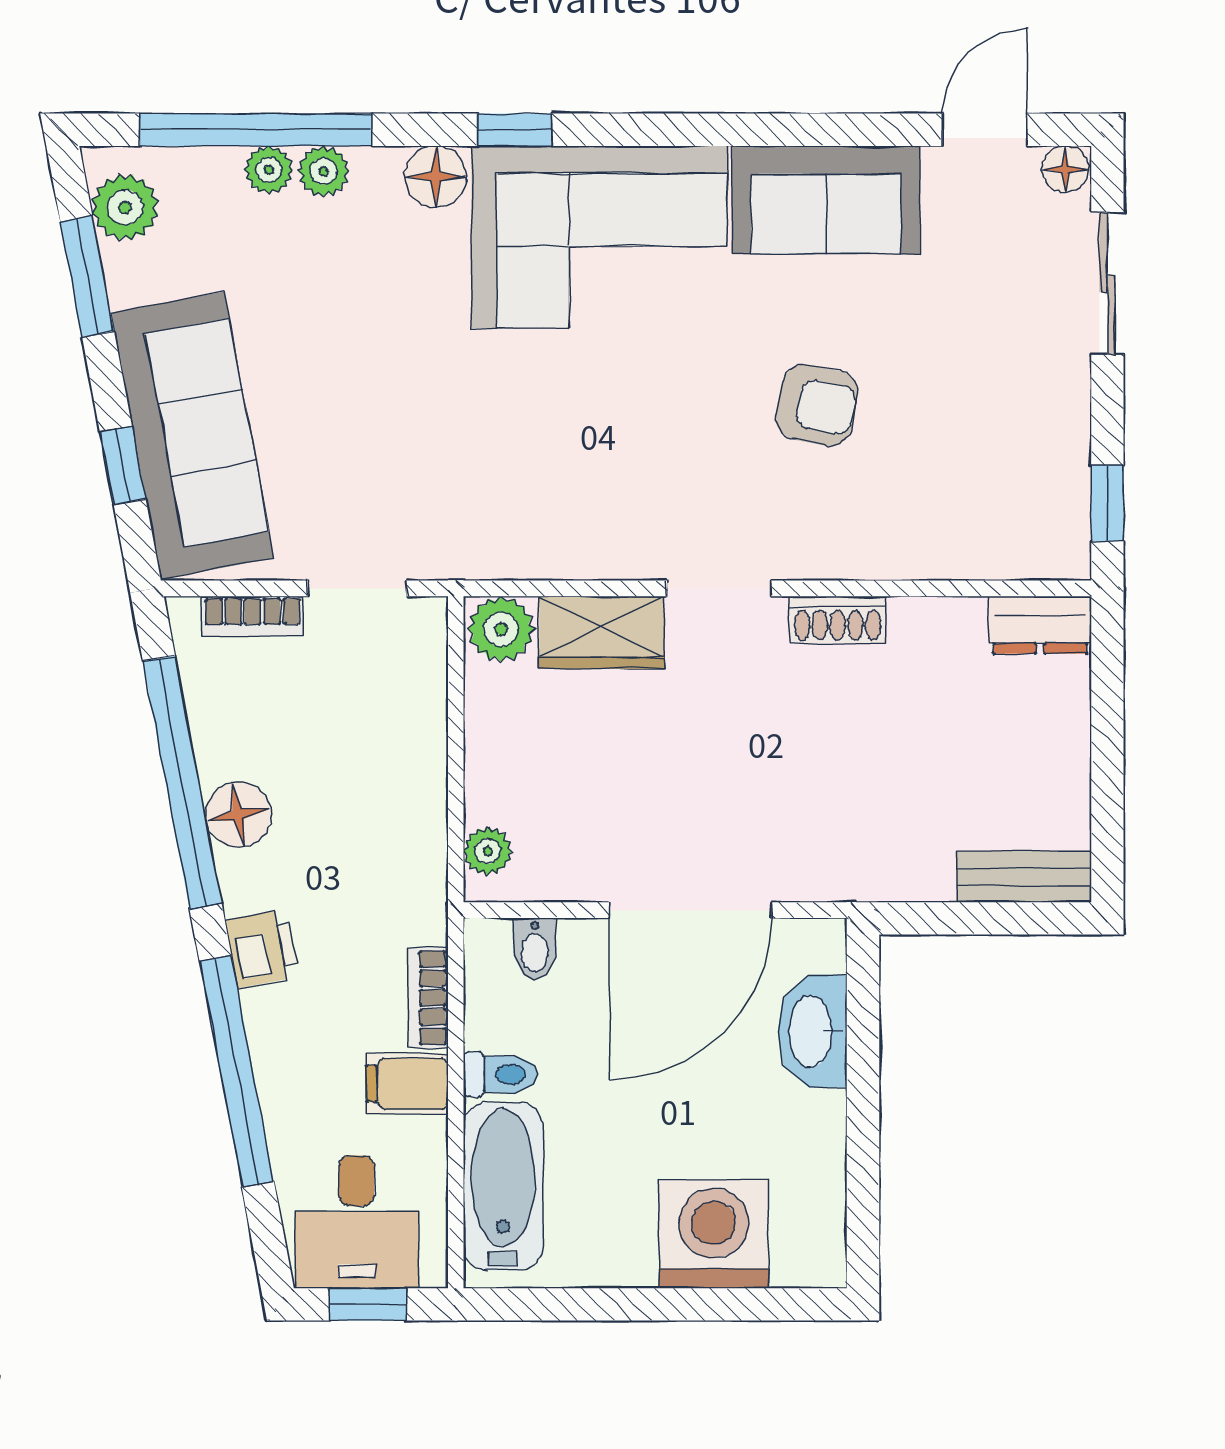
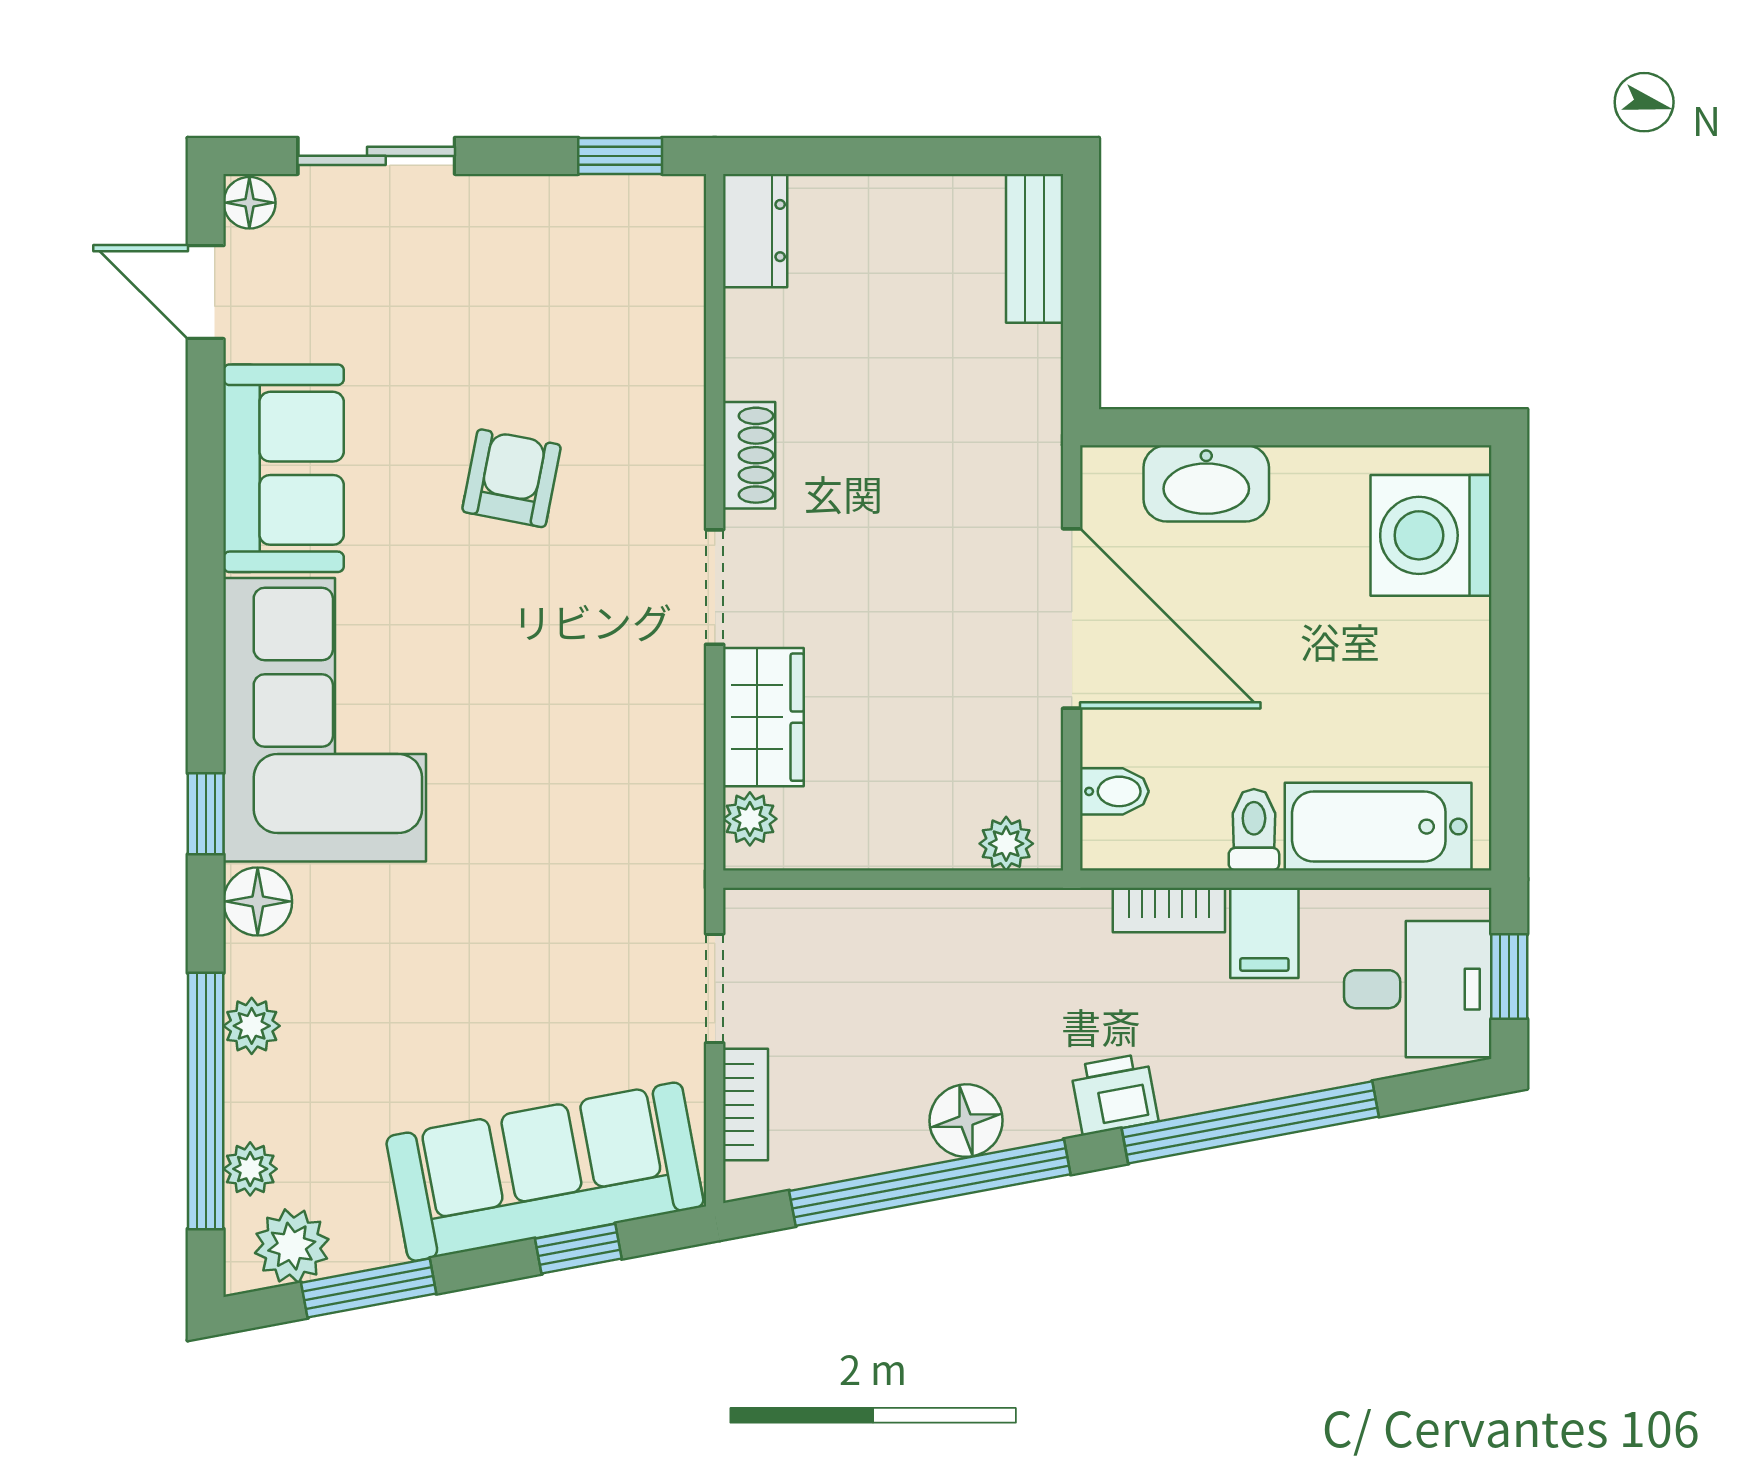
plant: (269, 170) -> (250, 1169), moved
plant: (501, 629) -> (750, 819), width x0.73, depth x0.73
washing machine: (714, 1234) -> (1431, 535), moved

